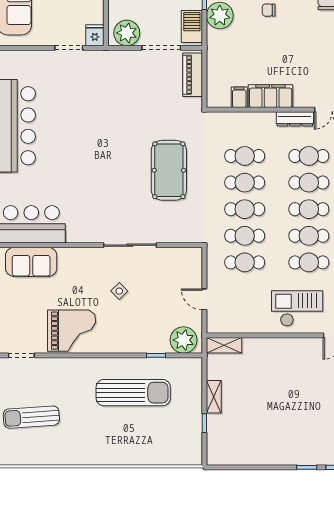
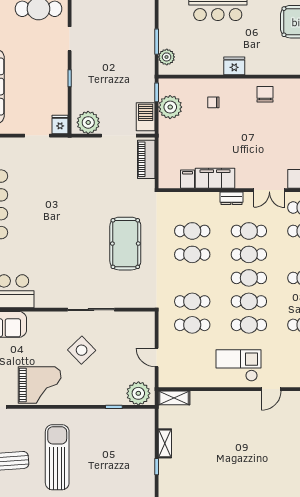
dresser: (295, 119) -> (231, 198), width x0.70
cafe table: (245, 209) -> (192, 278), removed
side table: (119, 291) -> (82, 350), width x1.87, depth x1.87
sun lounger: (133, 393) -> (57, 457), moved, turned -90

